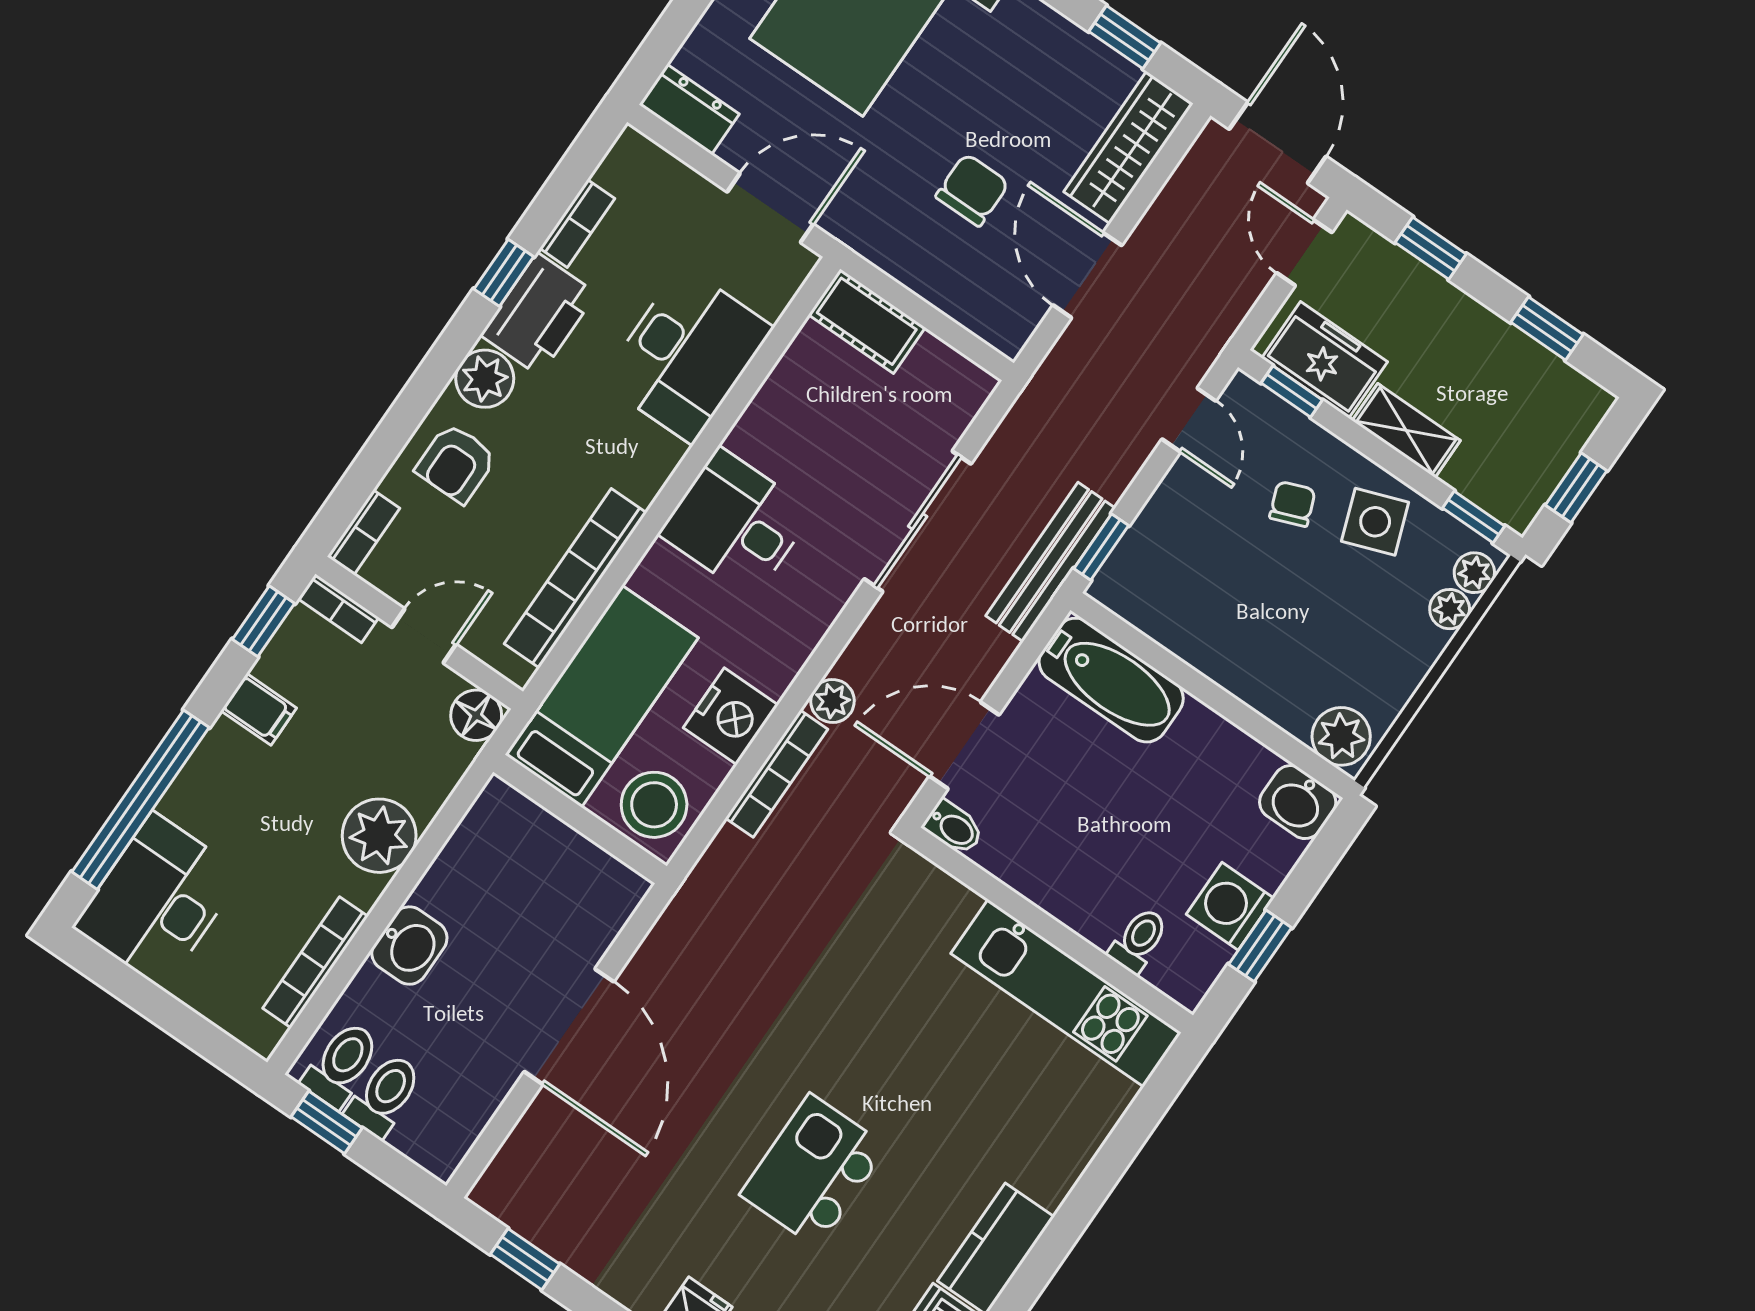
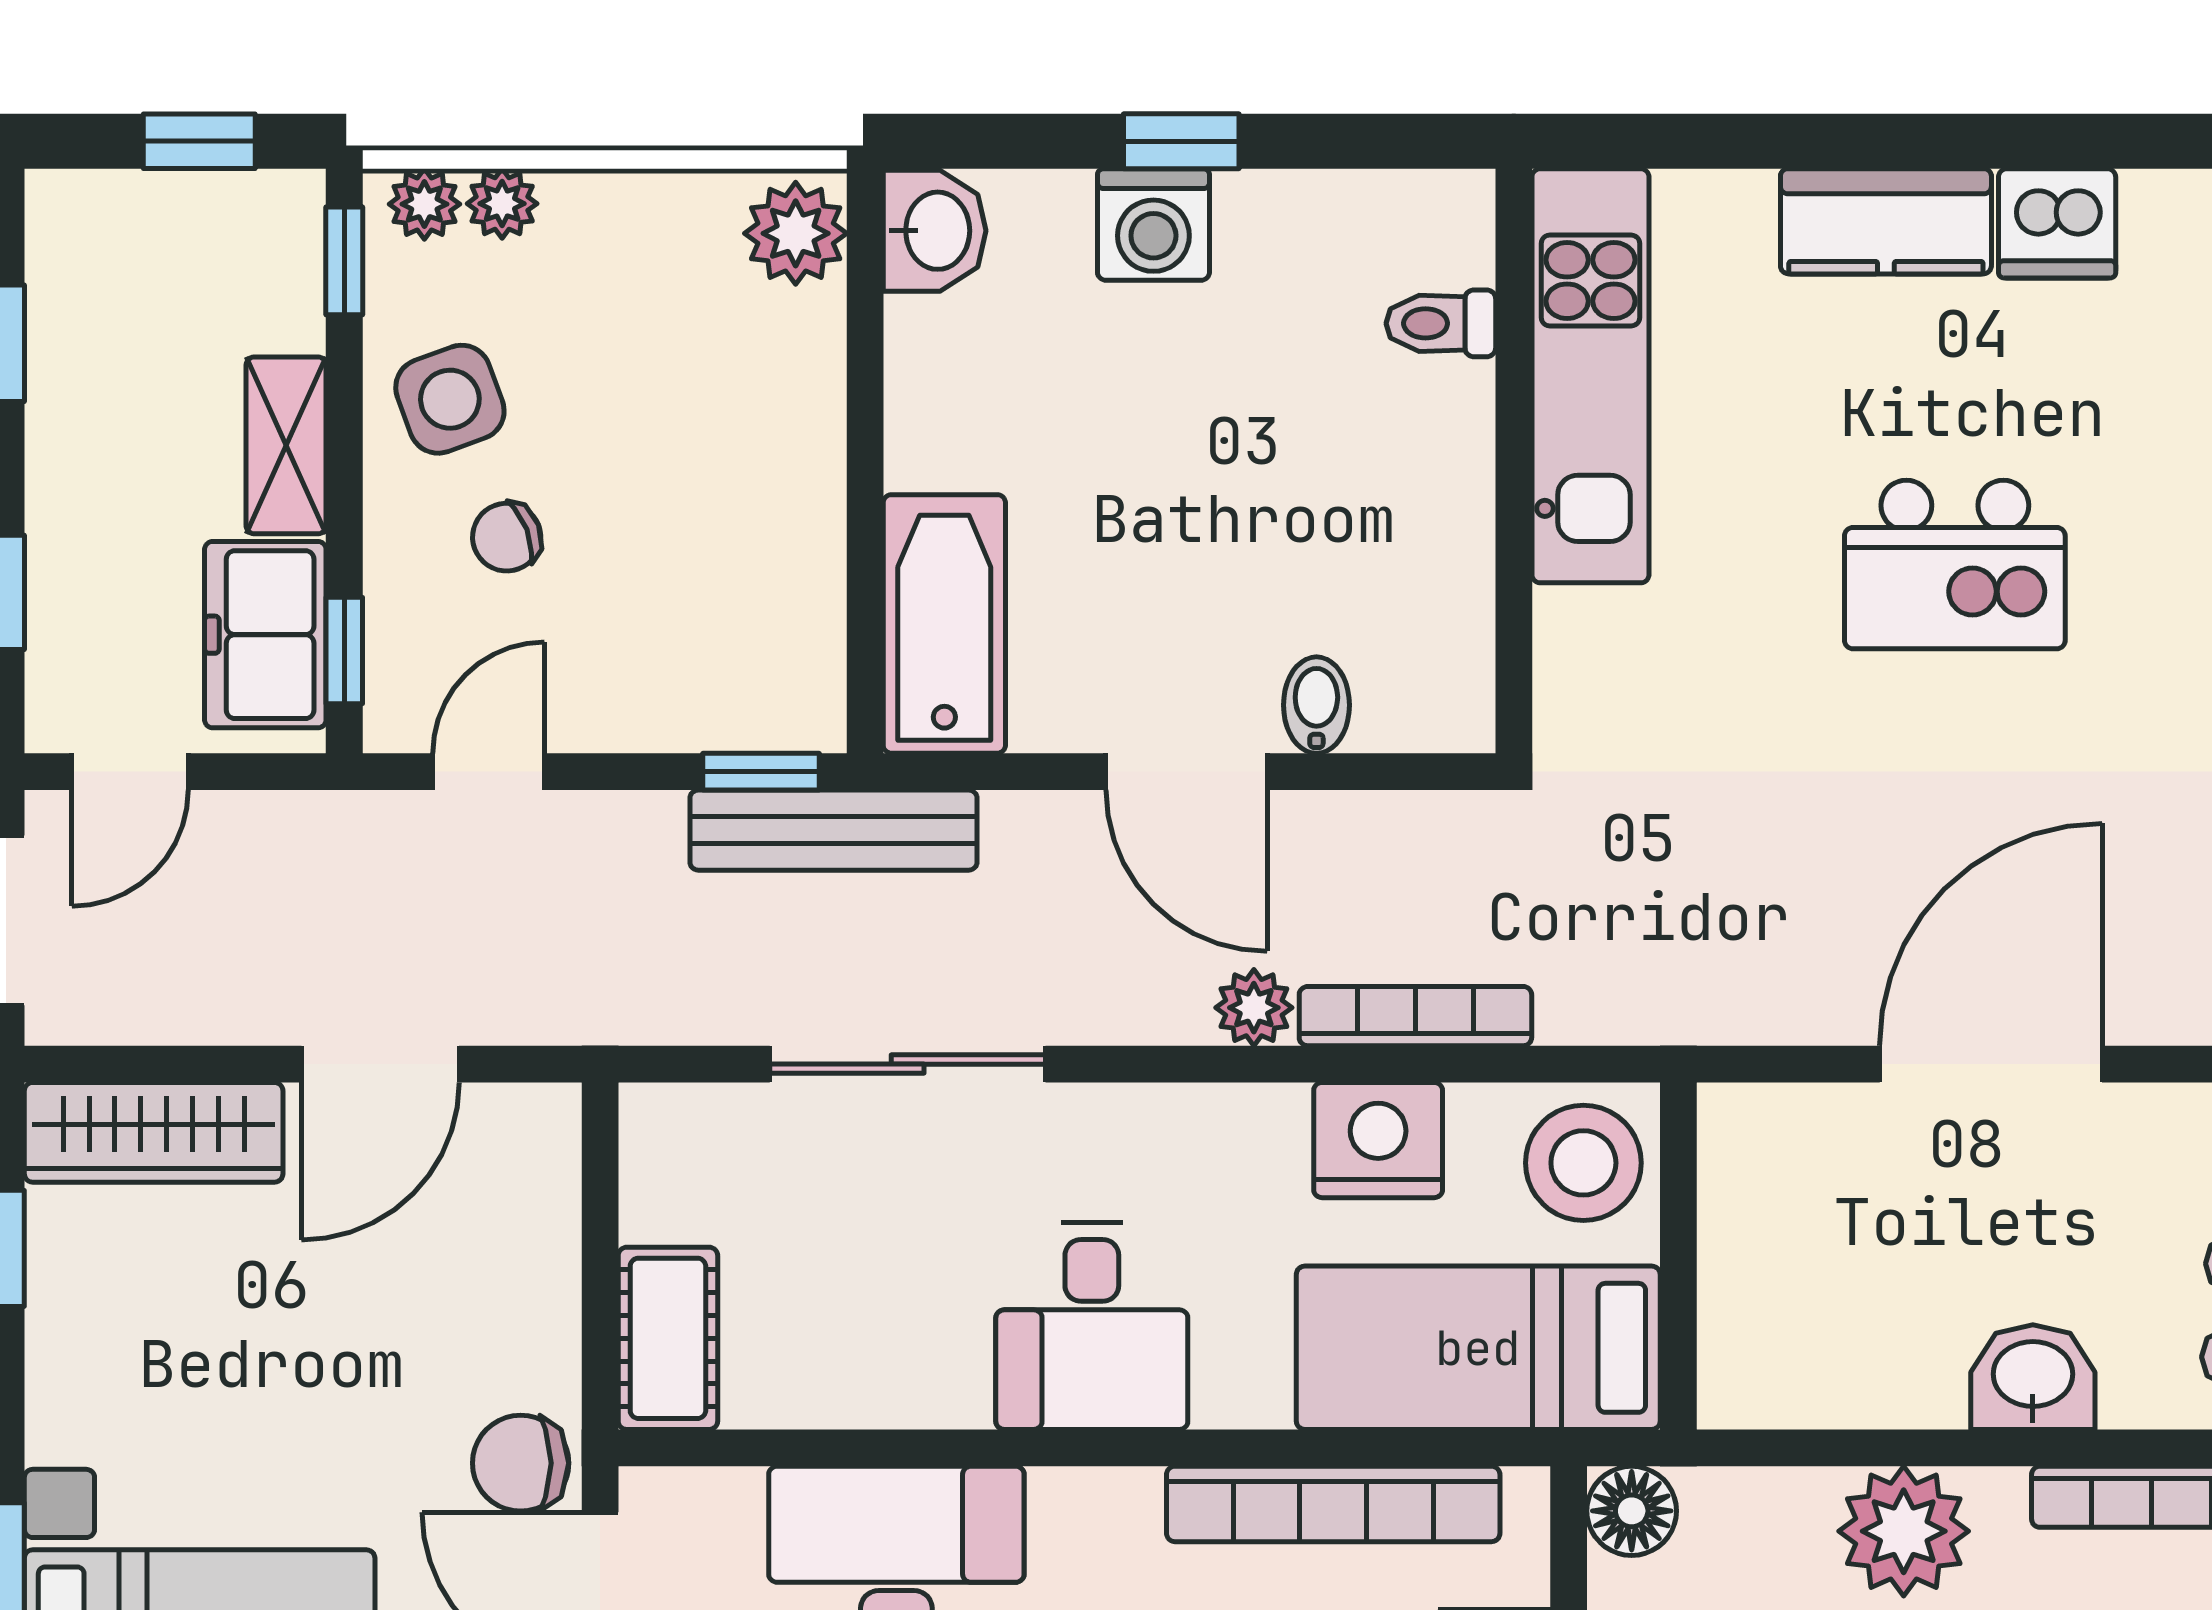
chair: (972, 190) -> (521, 1463), moved
wall: (1051, 930) -> (1514, 461), moved
toilet: (1139, 940) -> (1441, 323), moved
kitchen unit: (1066, 993) -> (1590, 376), moved

